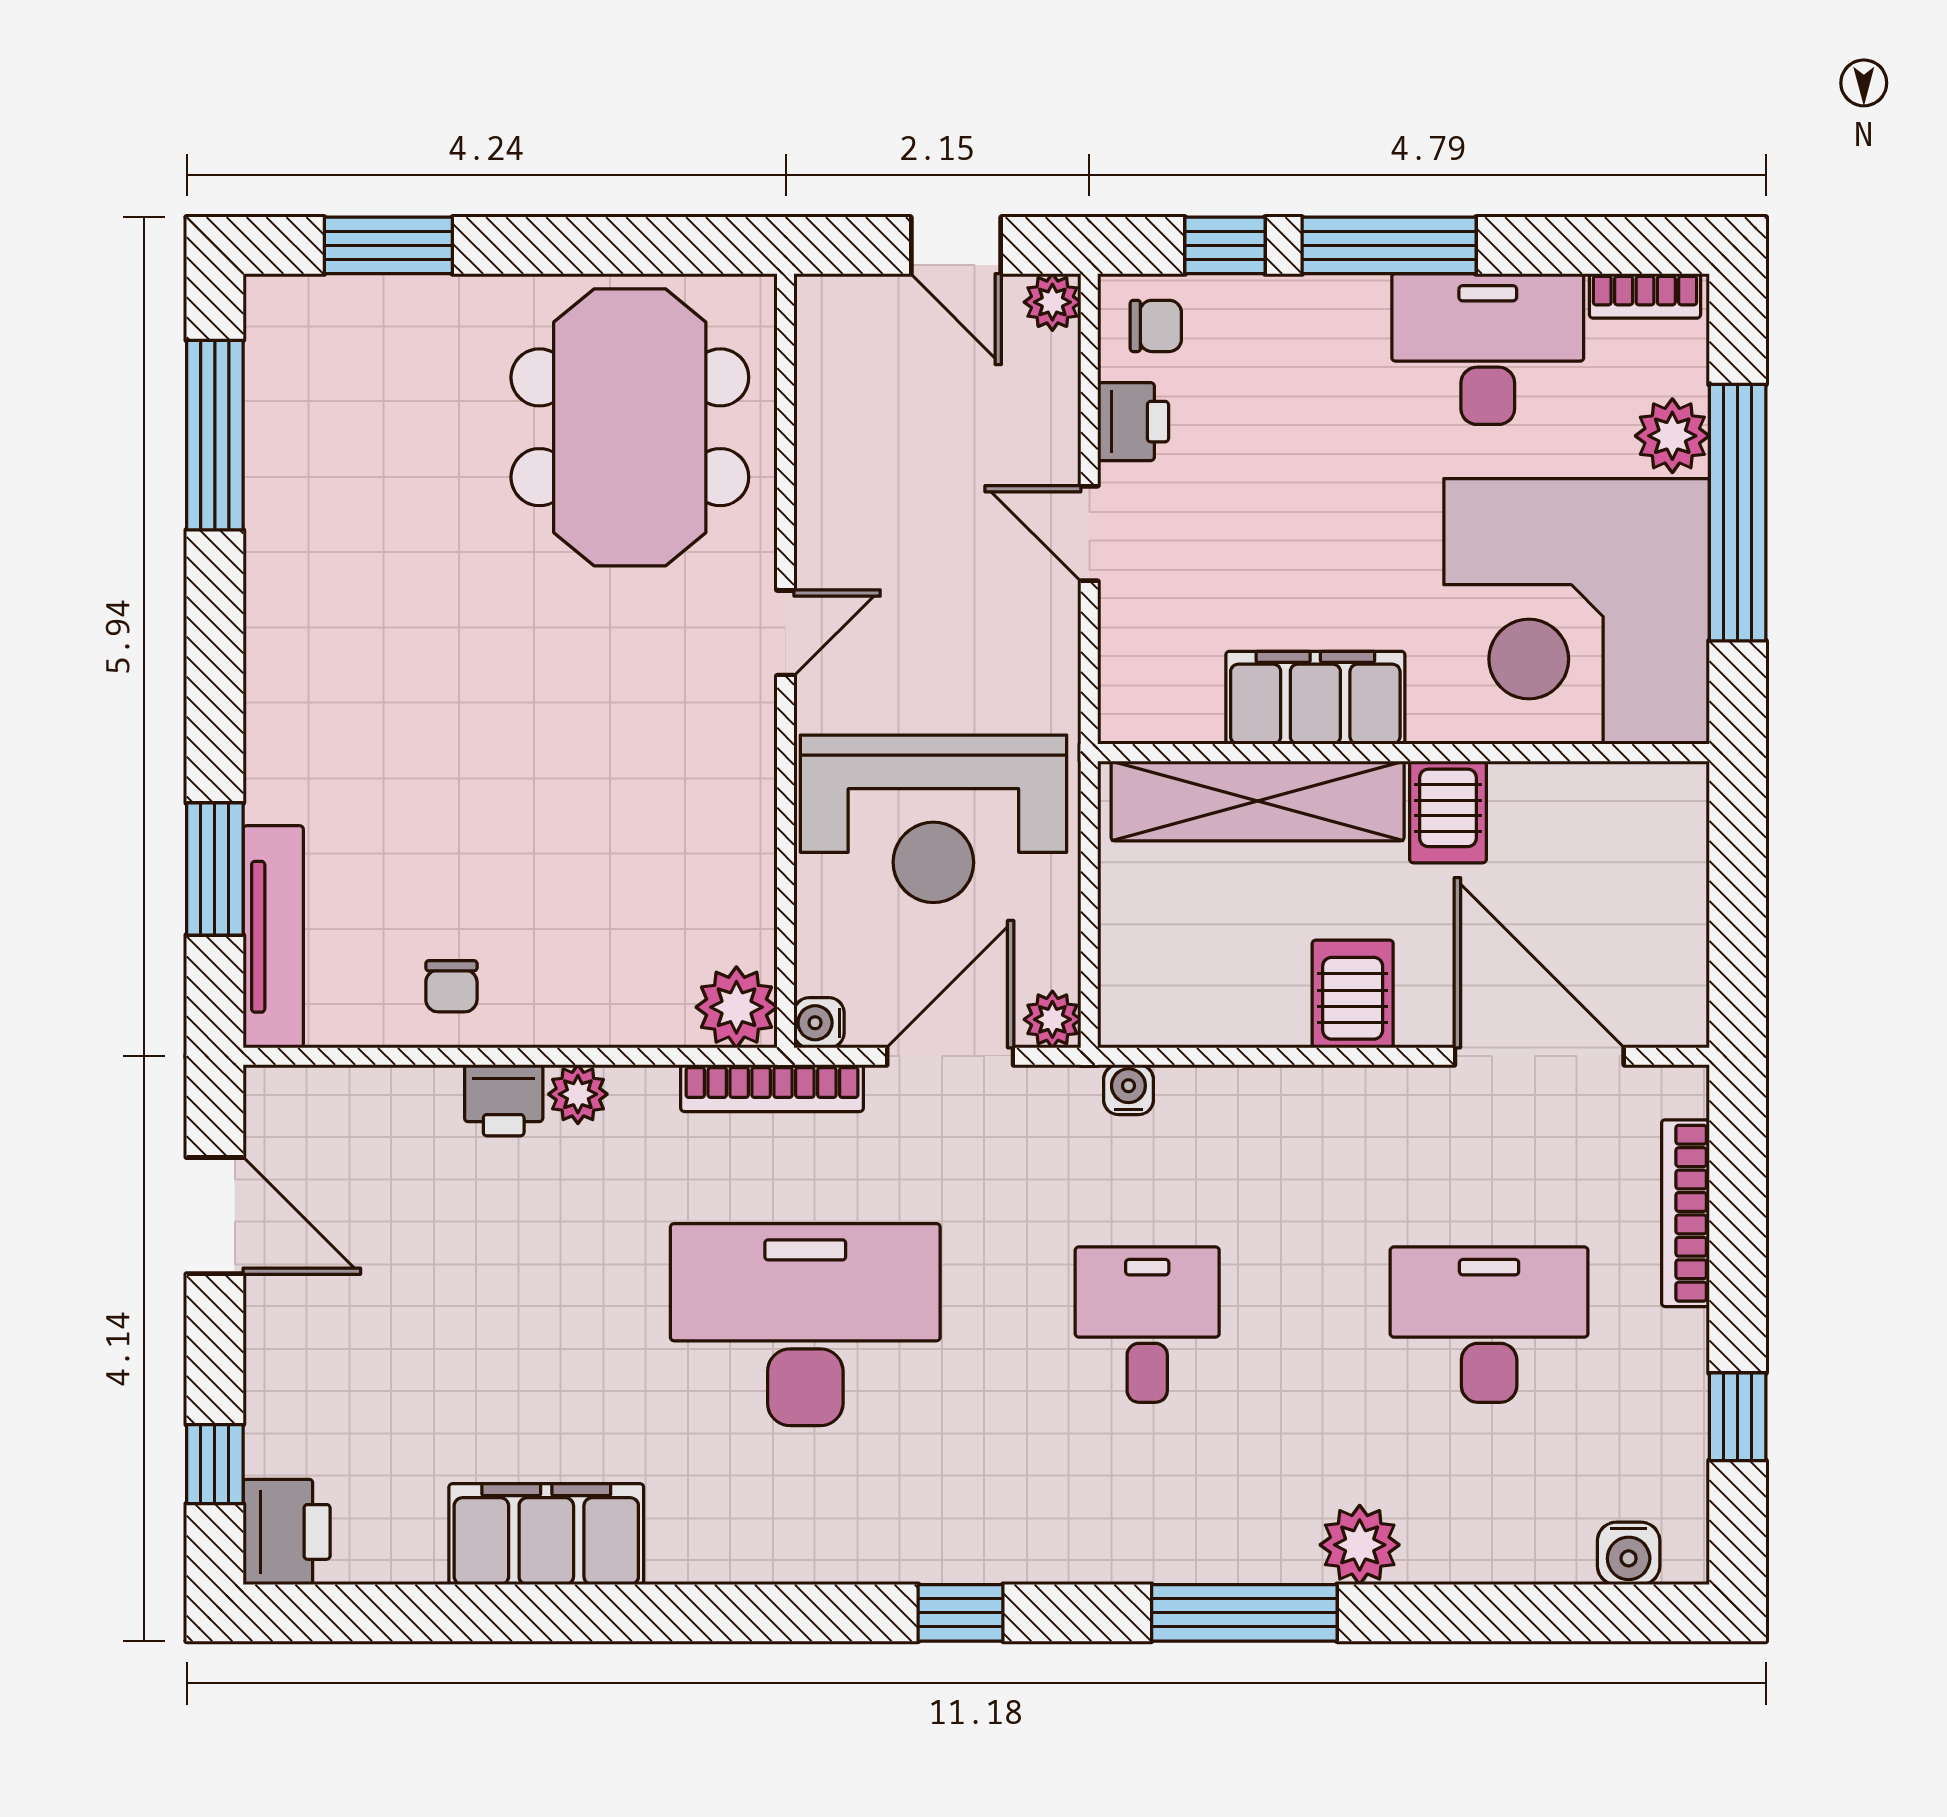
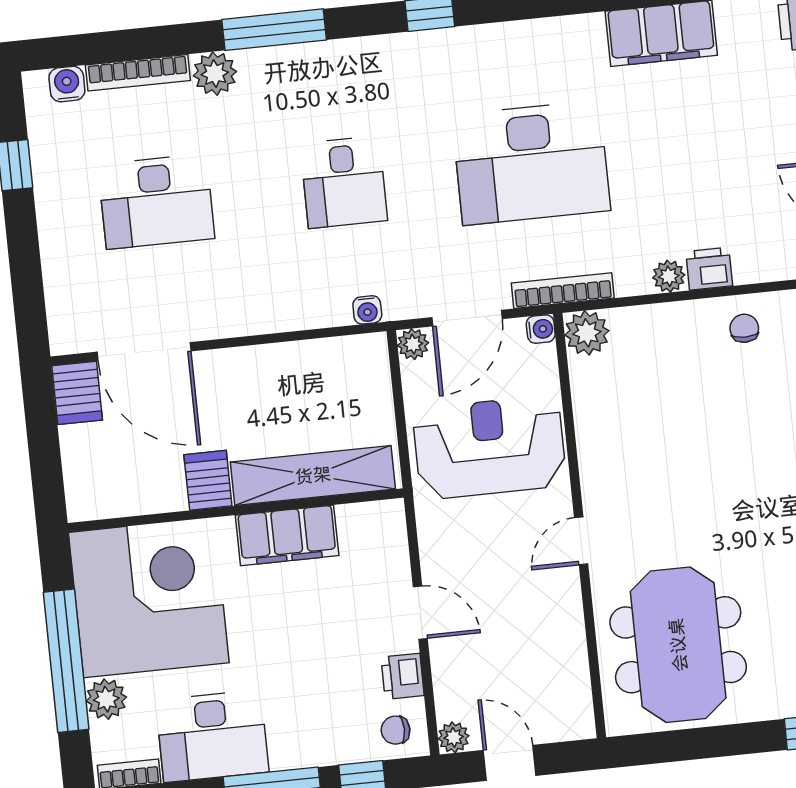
server rack: (1353, 994) -> (77, 393), moved
bookcase: (1685, 1213) -> (138, 73), moved, turned 90

